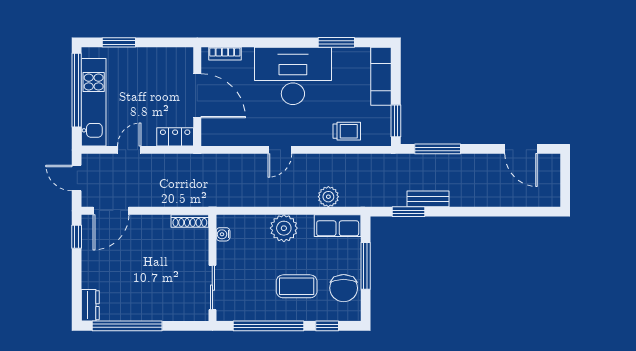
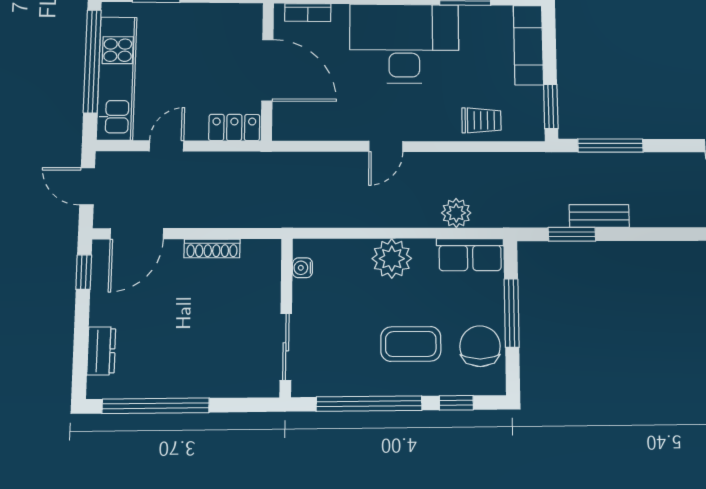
shoe rack: (190, 221) -> (212, 248), moved
chair: (344, 288) -> (480, 346), turned 180
dresser: (90, 305) -> (101, 351), moved

